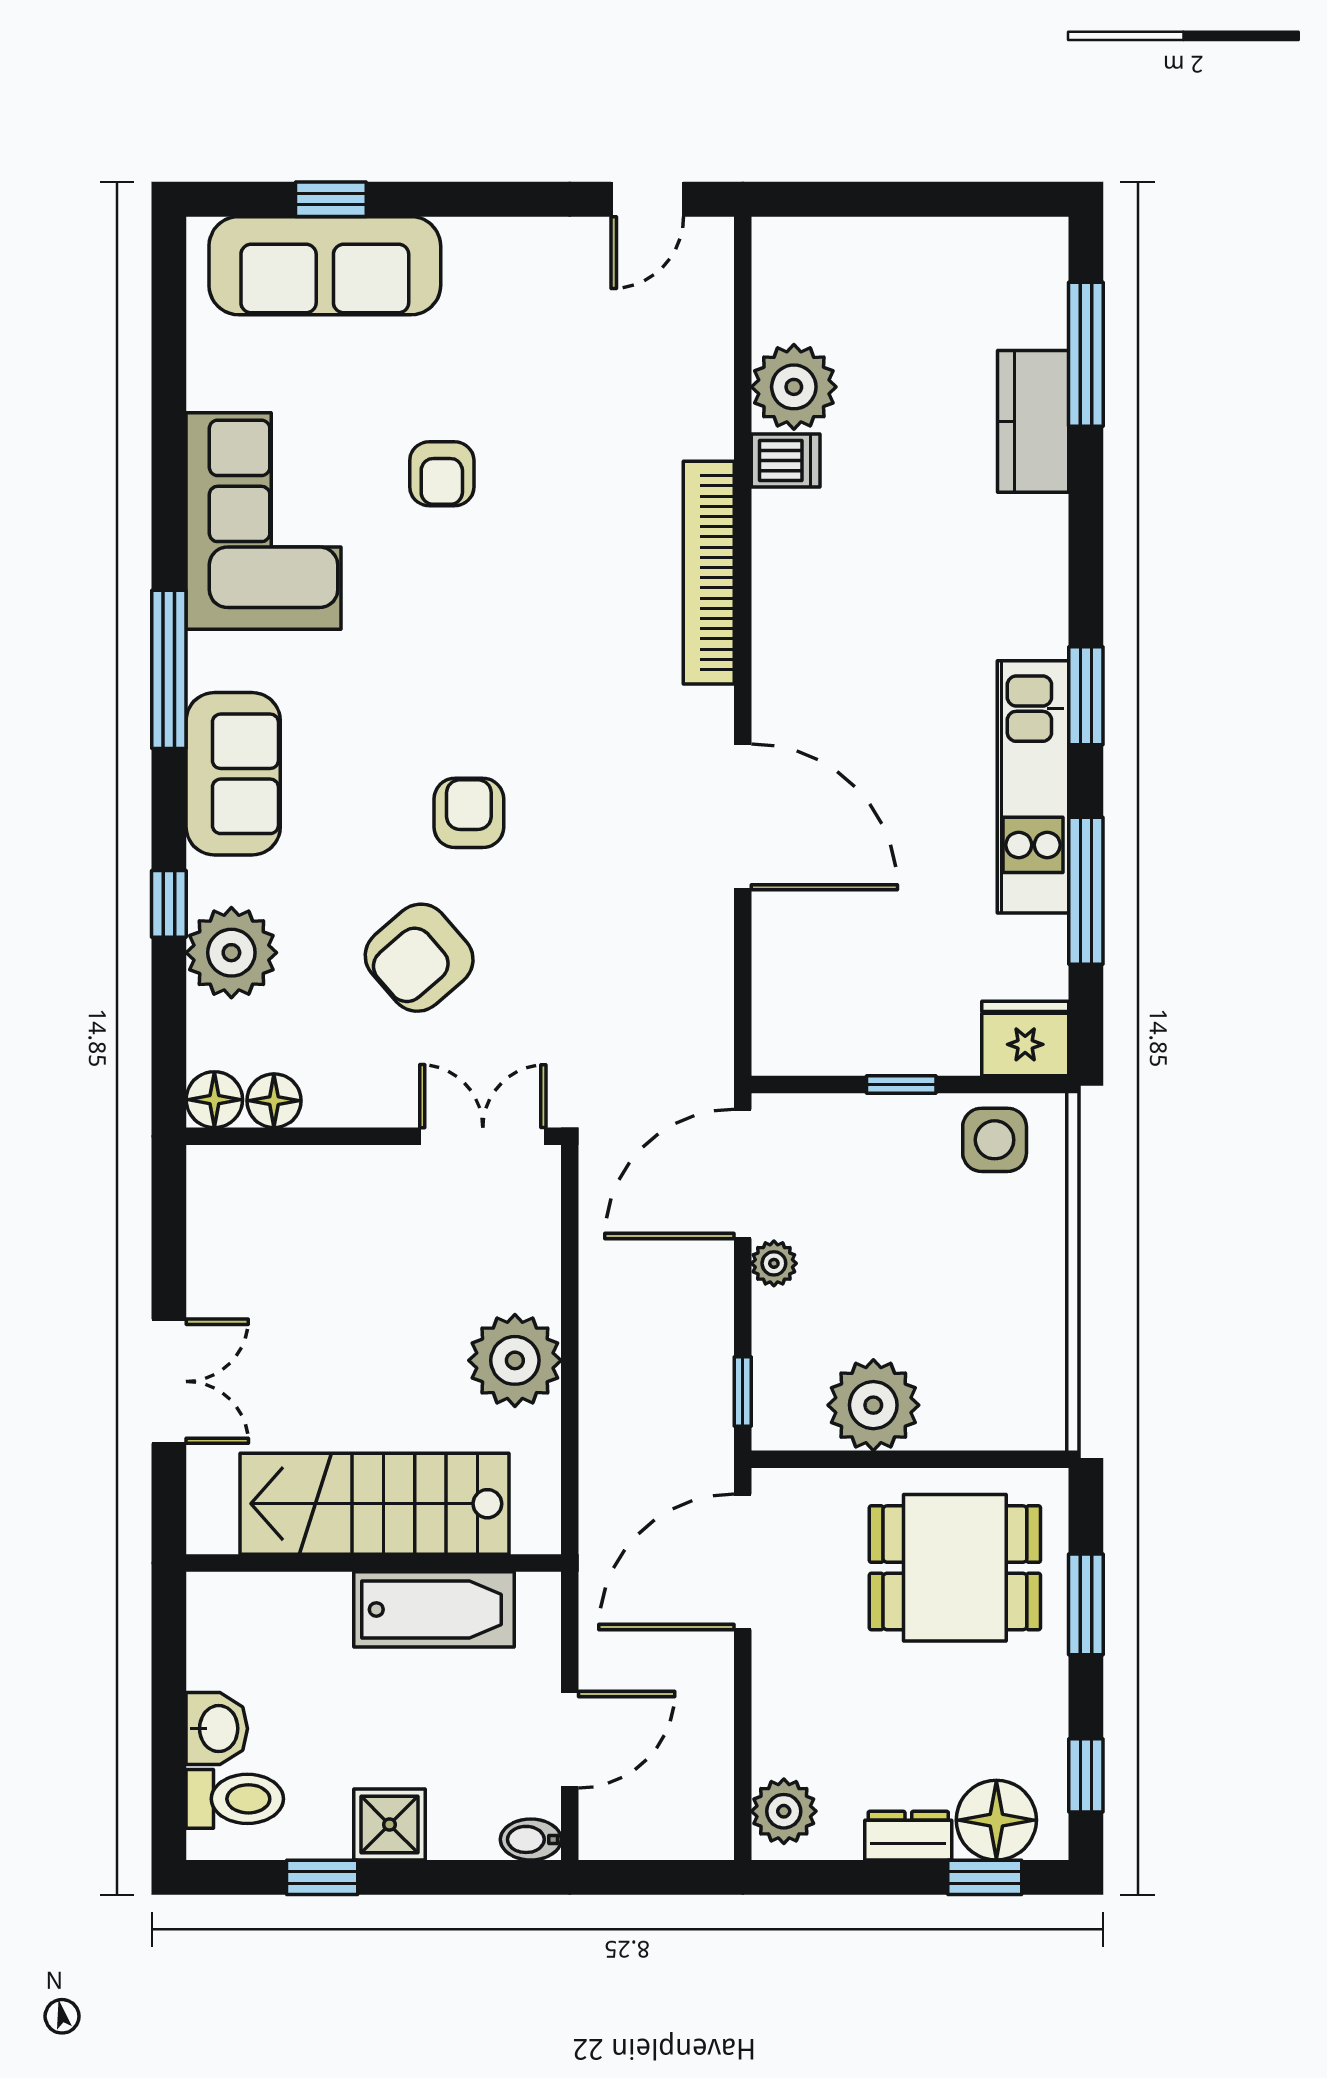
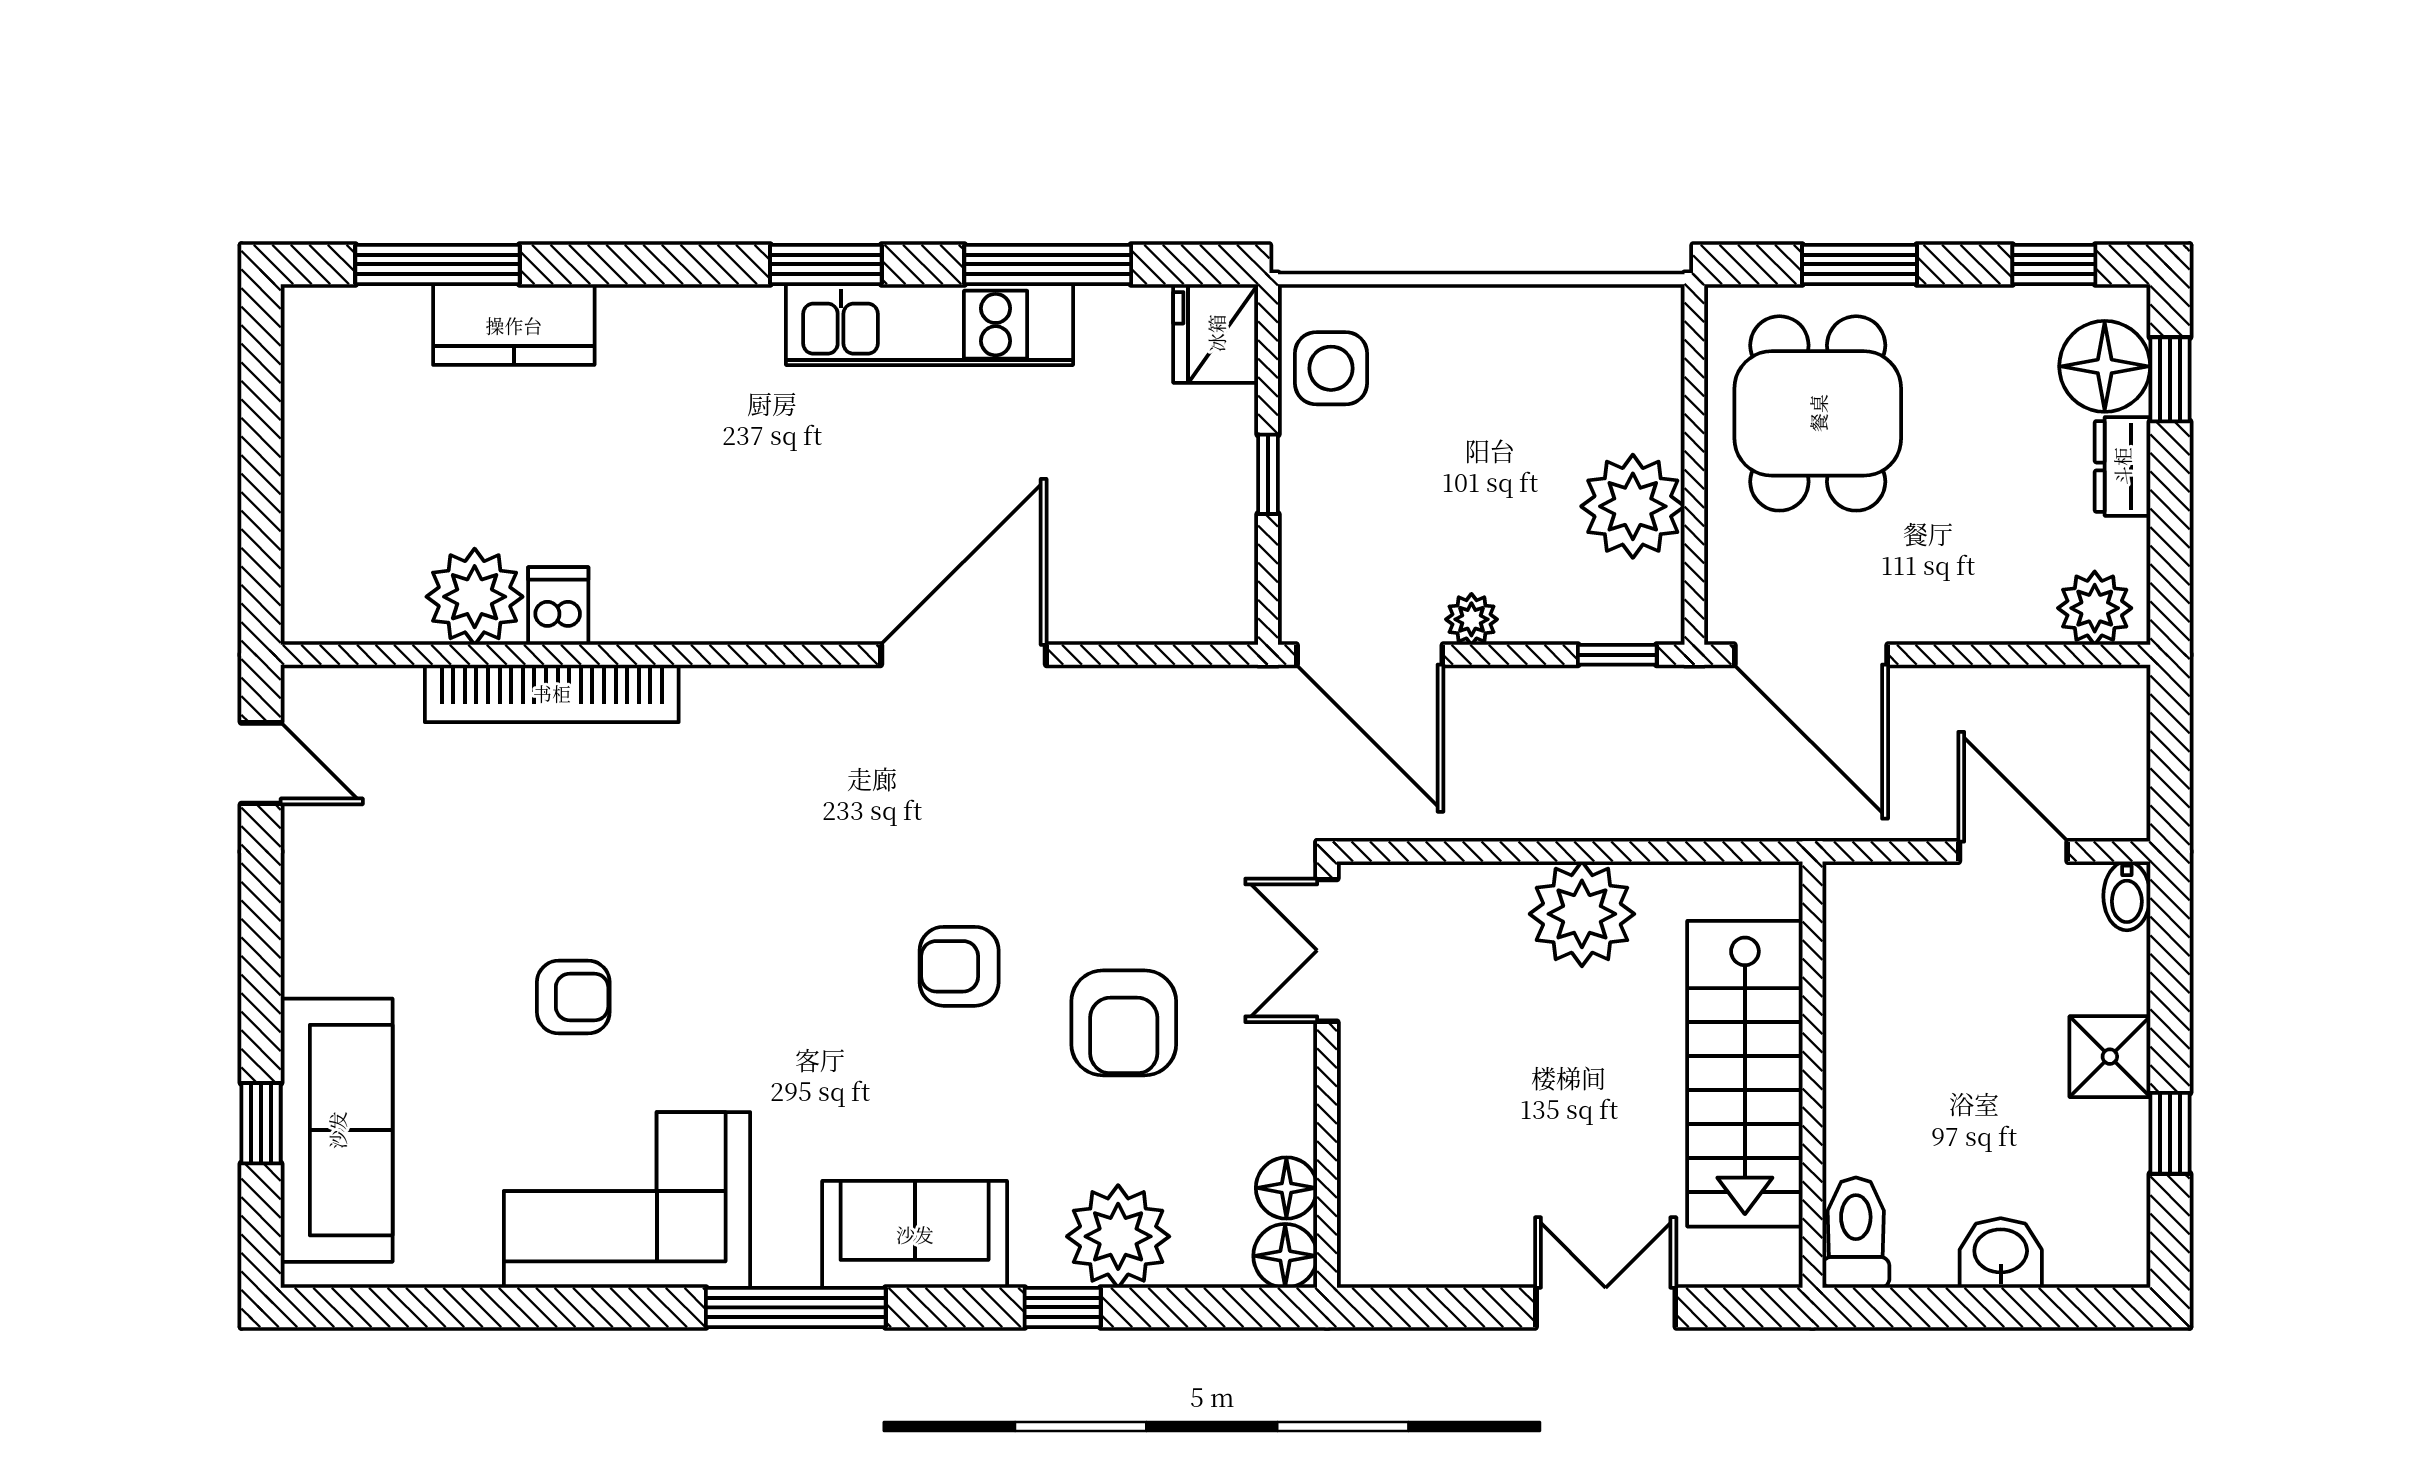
bookcase: (709, 573) -> (552, 693), moved
armchair: (419, 958) -> (1124, 1023), turned 41
bathtub: (434, 1609) -> (1865, 1006), removed
toilet: (235, 1799) -> (1856, 1233), moved

